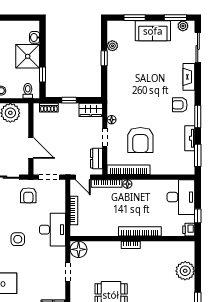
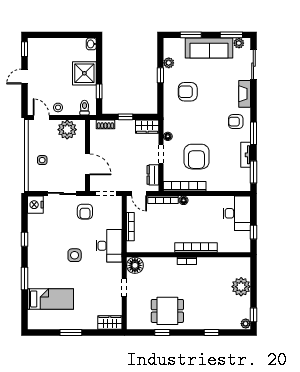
sofa: (153, 31) -> (209, 48), width x1.36
washbasin: (35, 37) -> (91, 44), moved
armchair: (132, 75) -> (188, 92), added
printer: (189, 230) -> (245, 246), removed

